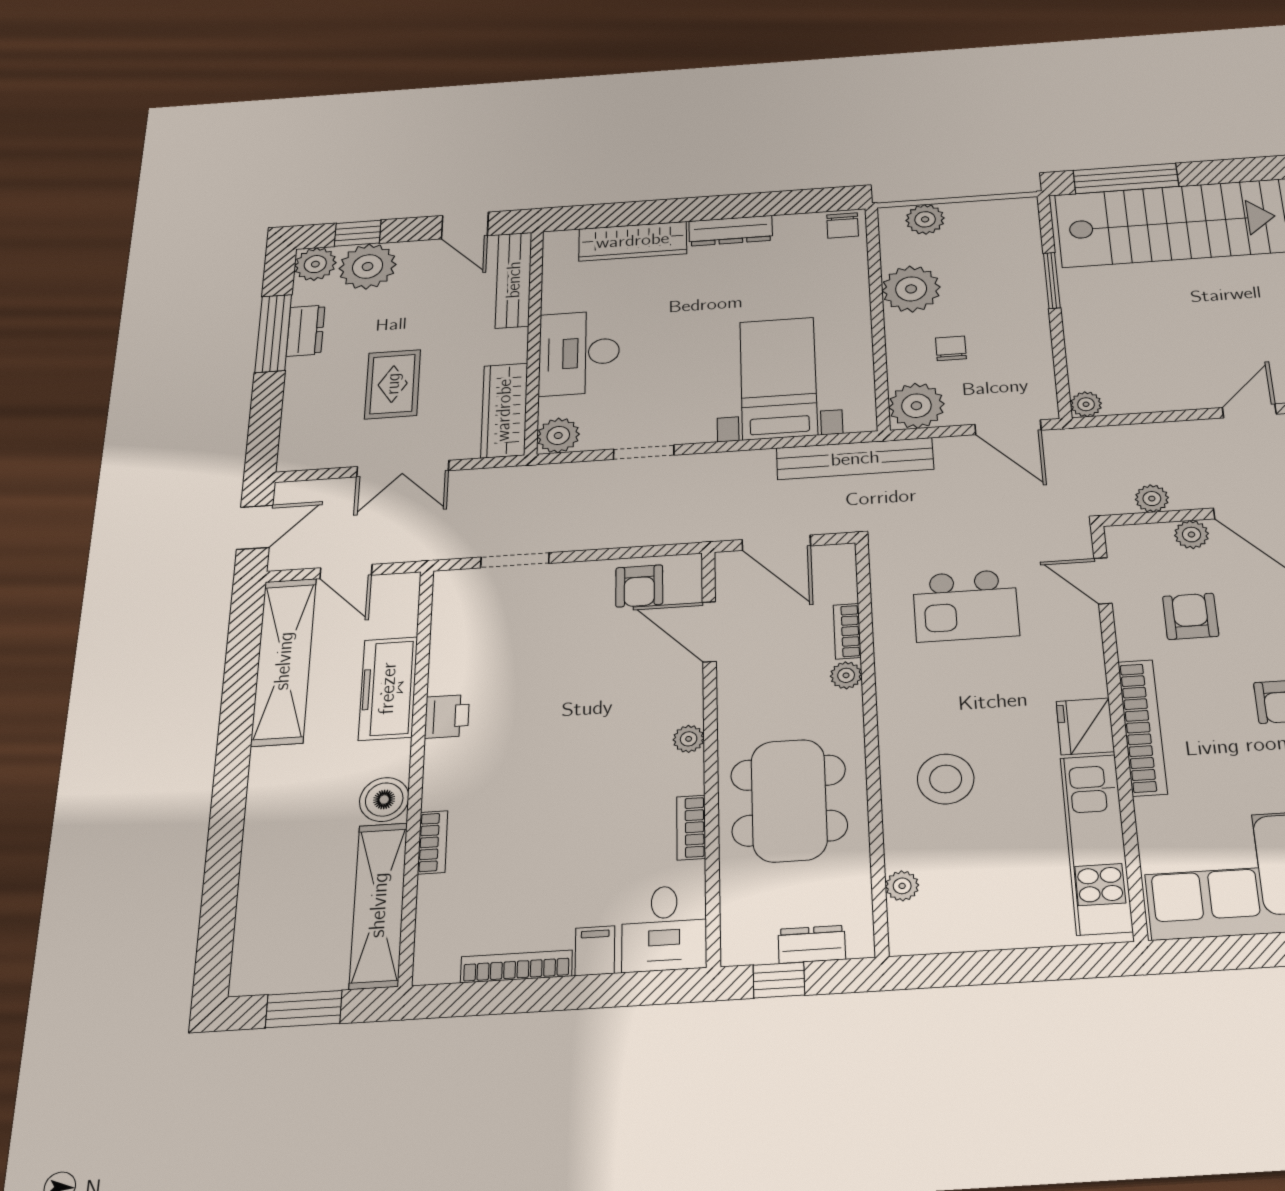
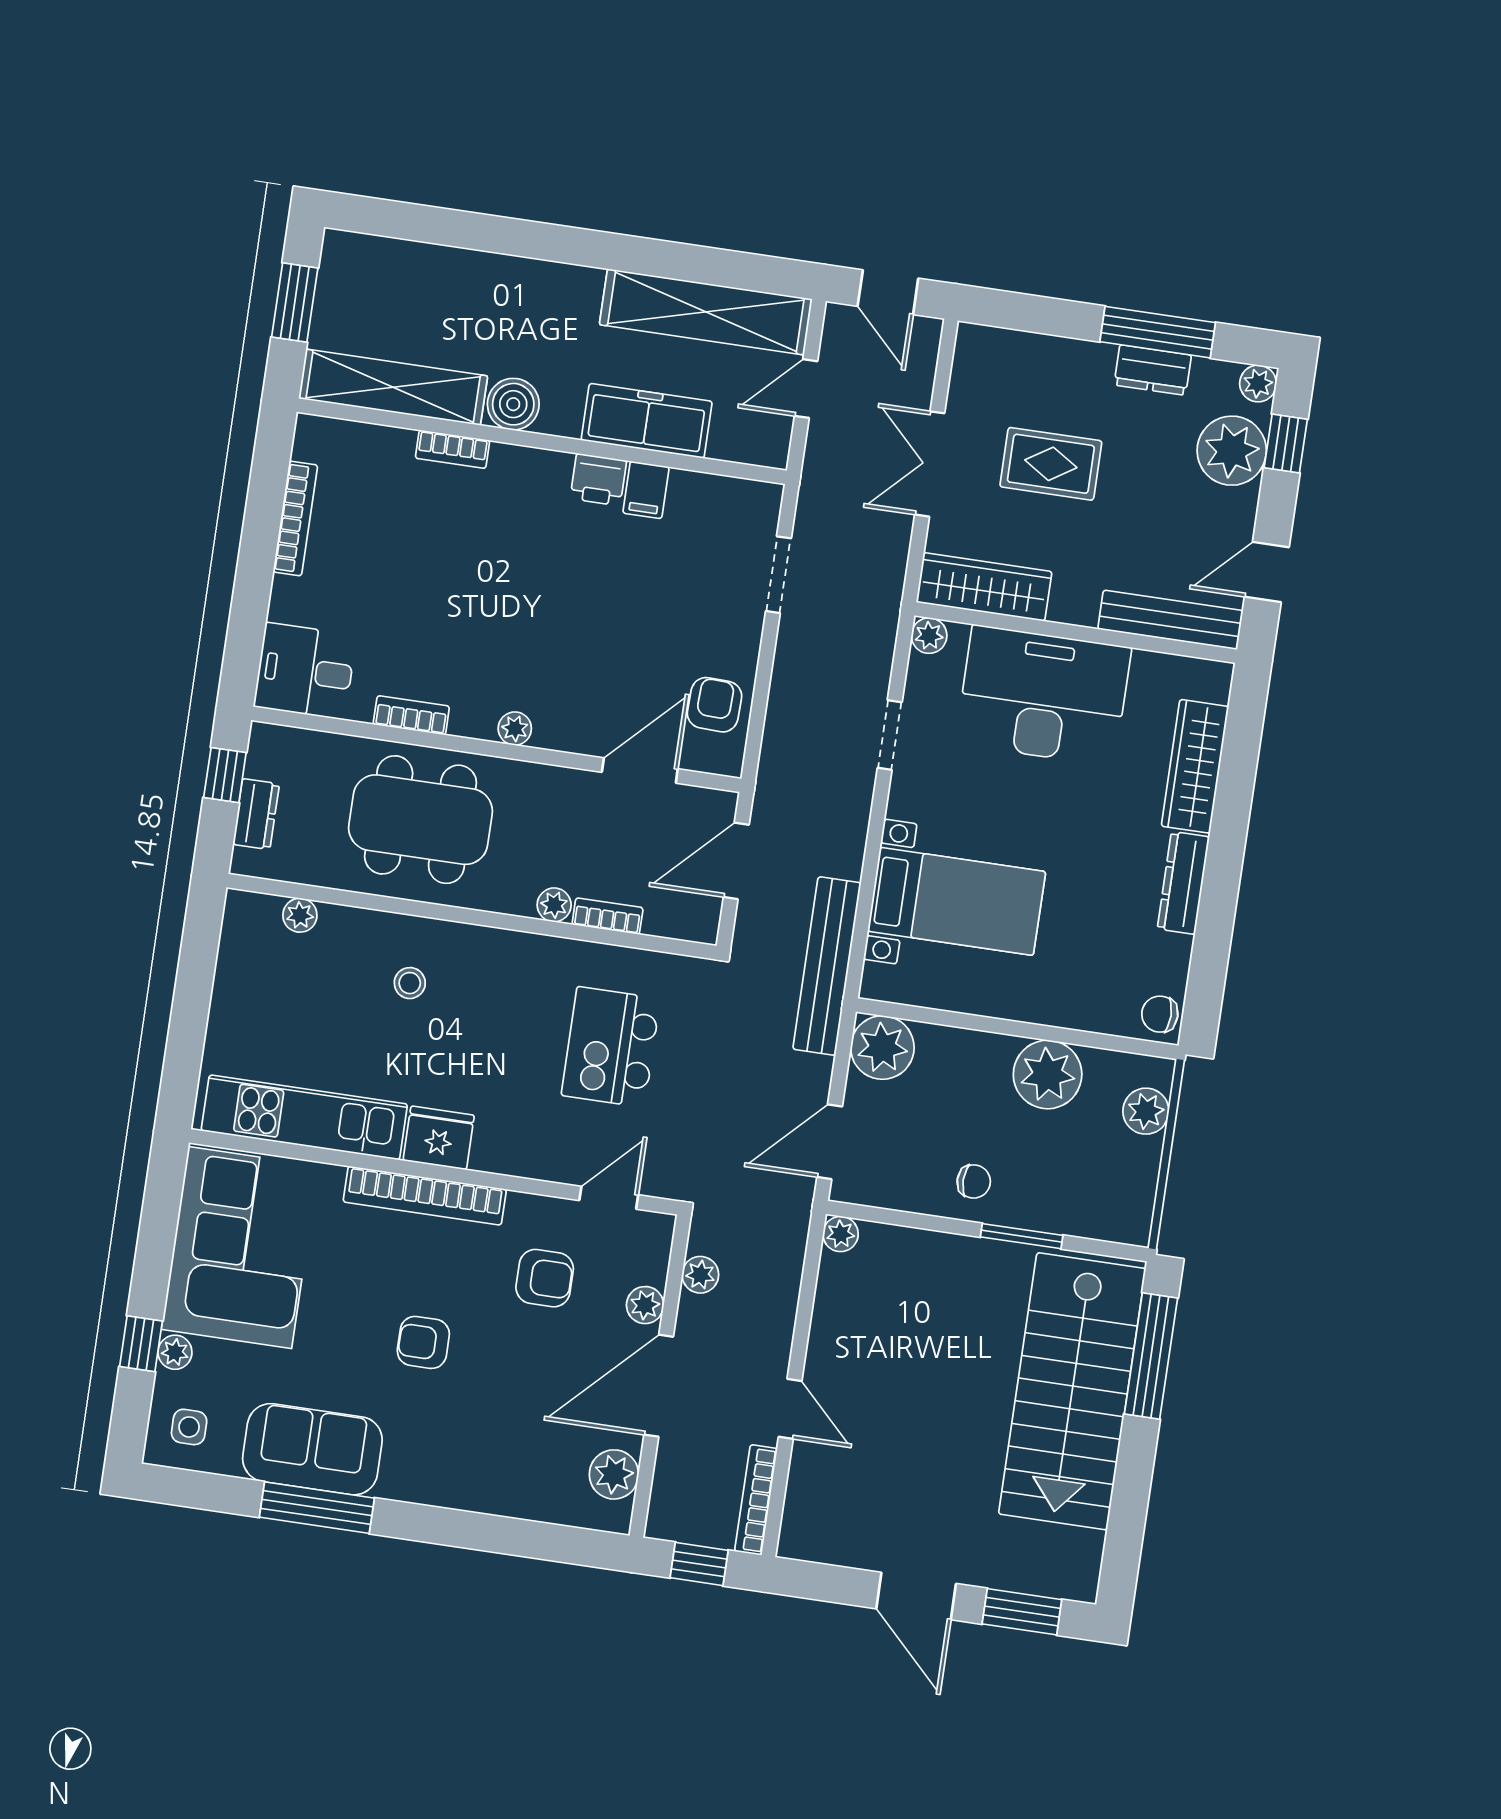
plant: (315, 264) -> (1258, 383), width x0.73, depth x0.73
chair: (951, 348) -> (974, 1182), moved
desk: (579, 353) -> (1043, 696), width x1.36, depth x1.30
plant: (558, 435) -> (929, 636), width x0.73, depth x0.73
armchair: (639, 586) -> (715, 705), turned 92
stool: (946, 779) -> (410, 983), width x0.53, depth x0.53
filing cabinet: (595, 951) -> (646, 490), moved, turned 90

